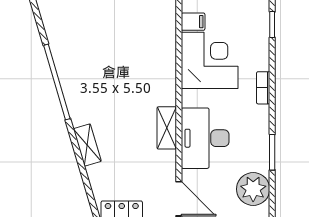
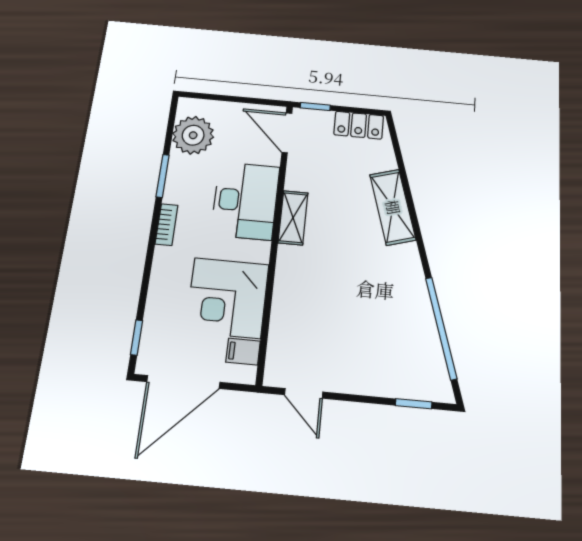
window: (57, 82) -> (441, 328), moved
bookcase: (263, 88) -> (167, 225), moved
shelving: (87, 145) -> (393, 207), width x1.50, depth x1.33

